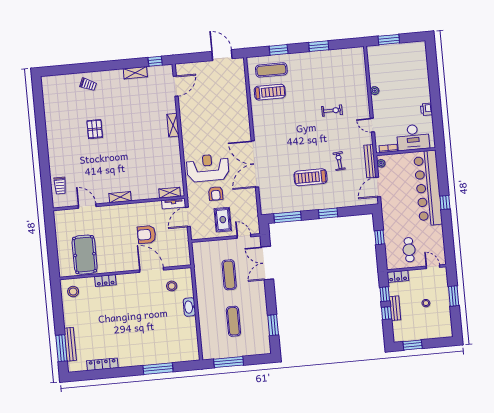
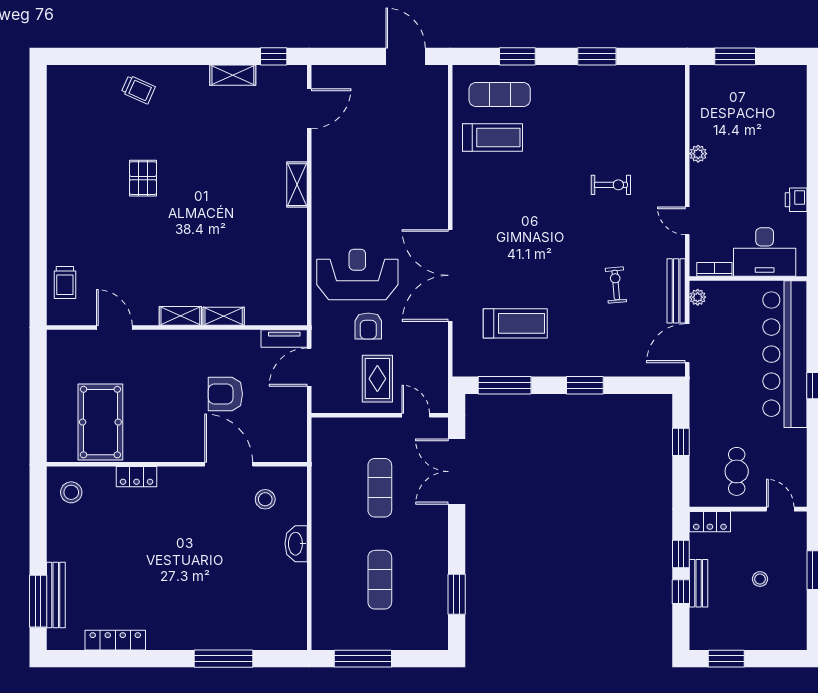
treadmill: (311, 177) -> (515, 323), moved, turned 180
shelving: (170, 193) -> (224, 316), moved

